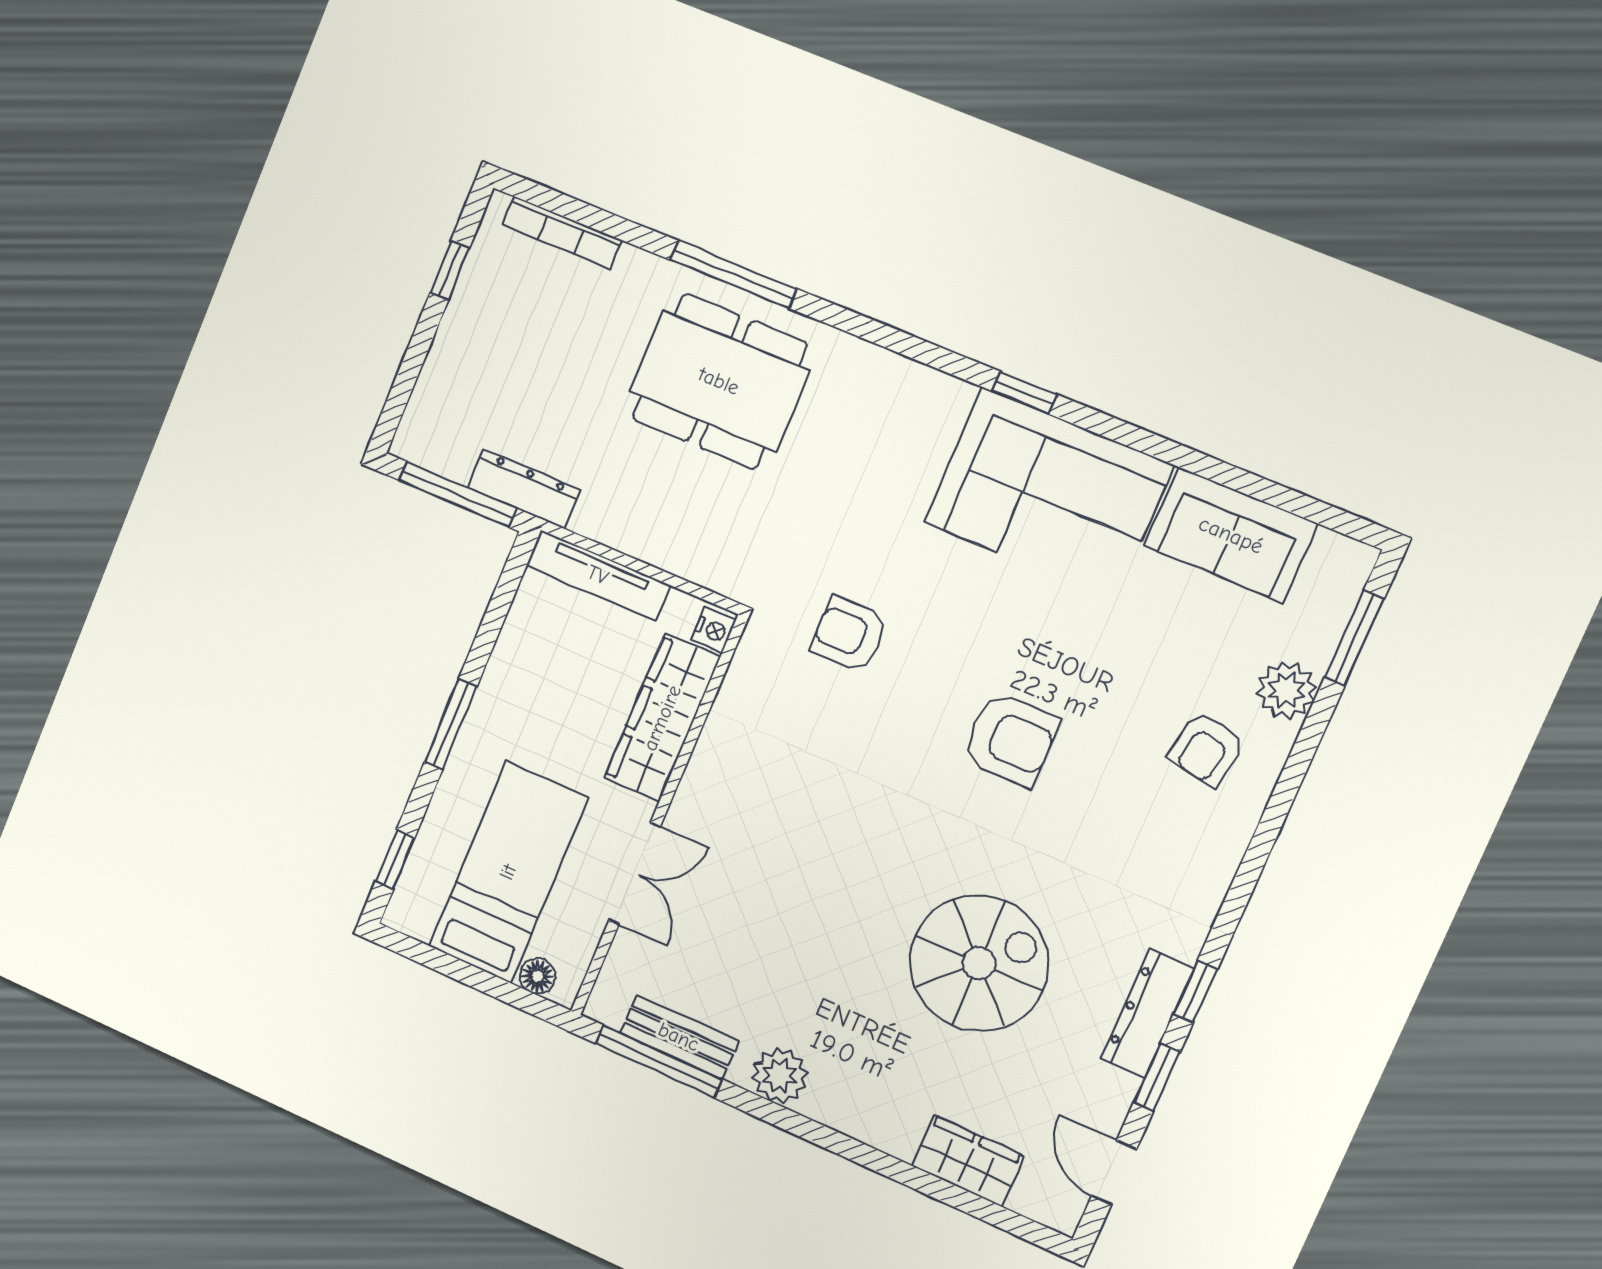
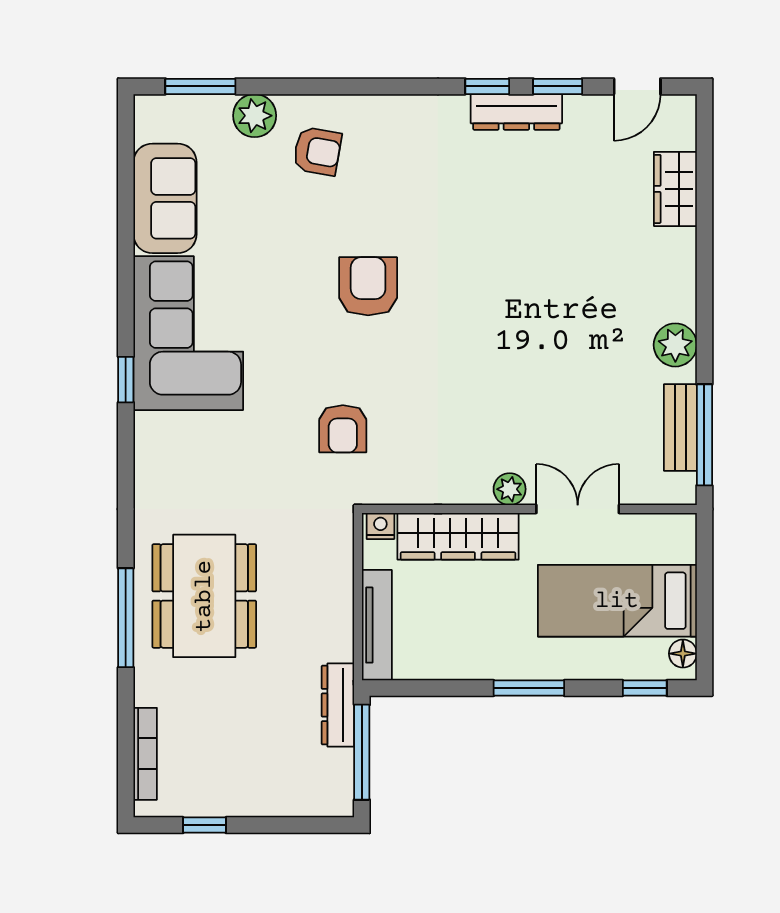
plant: (692, 803) -> (510, 489), added
spiral stairs: (979, 963) -> (533, 241), removed
floor lamp: (538, 976) -> (683, 654), moved

